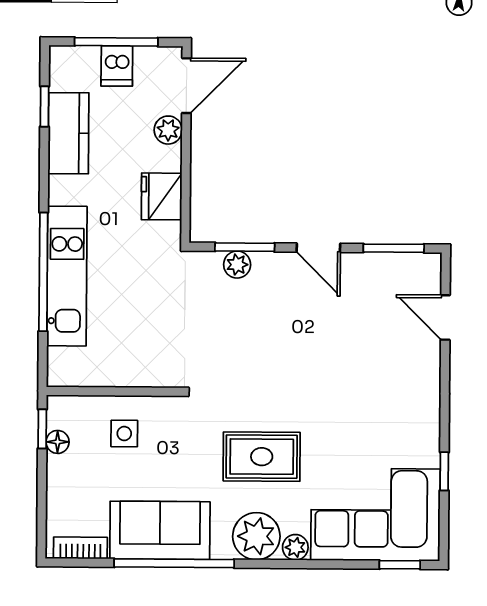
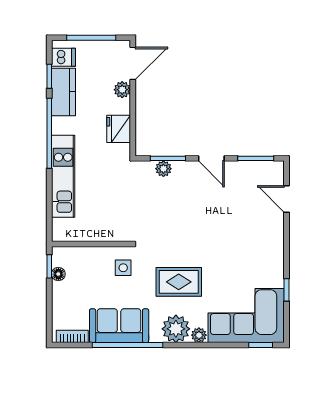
dishwasher: (117, 66) -> (63, 57), moved, turned -90
window: (43, 272) -> (49, 133), moved
side table: (124, 434) -> (123, 268), moved

